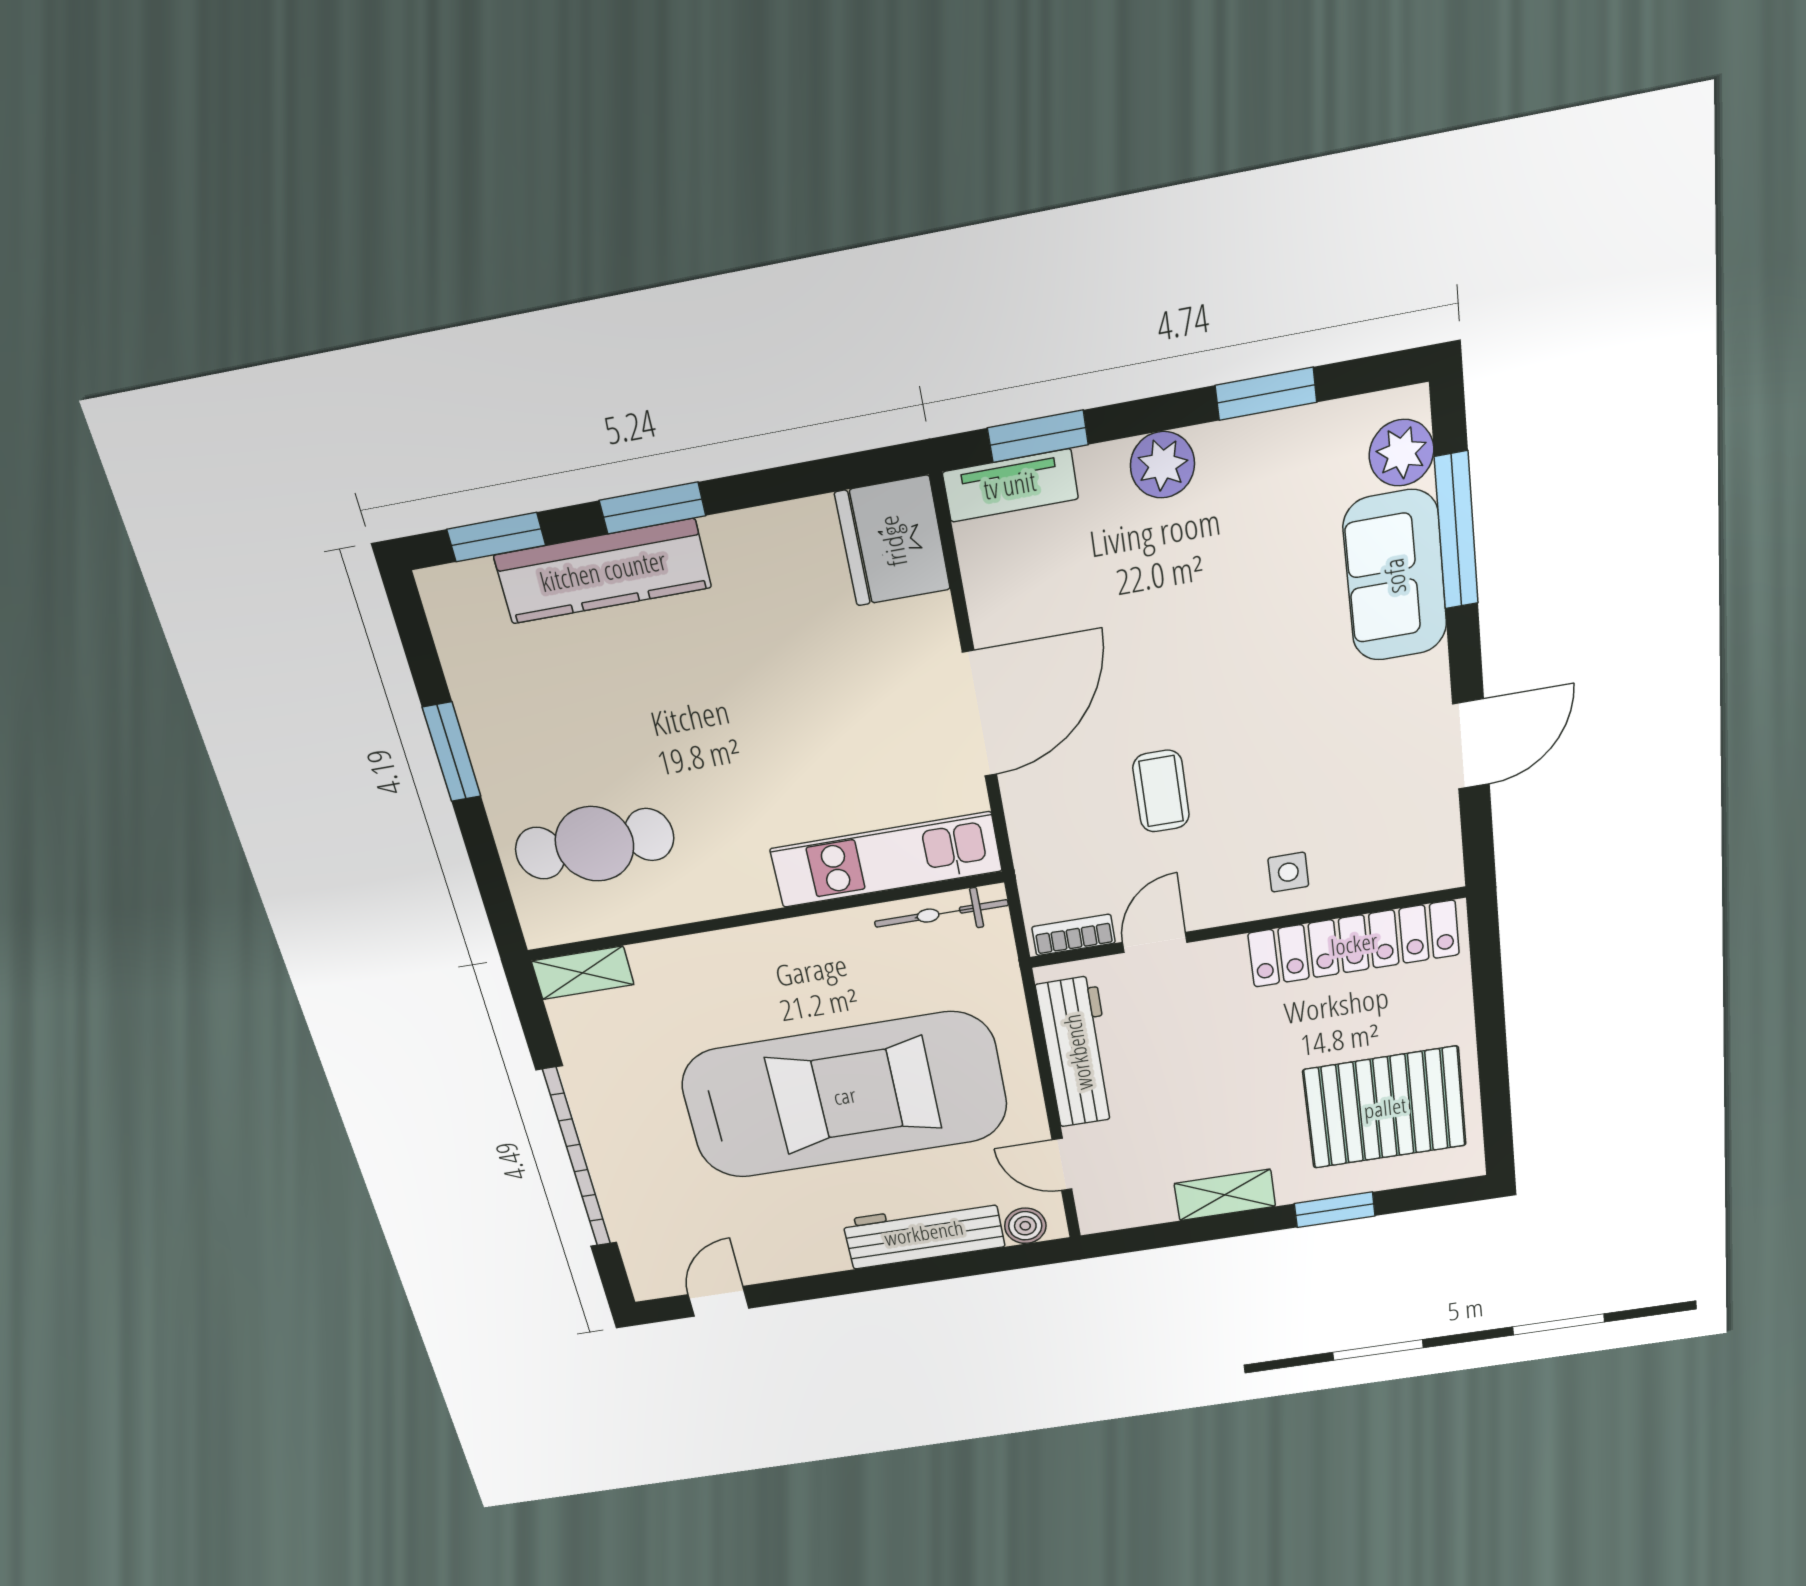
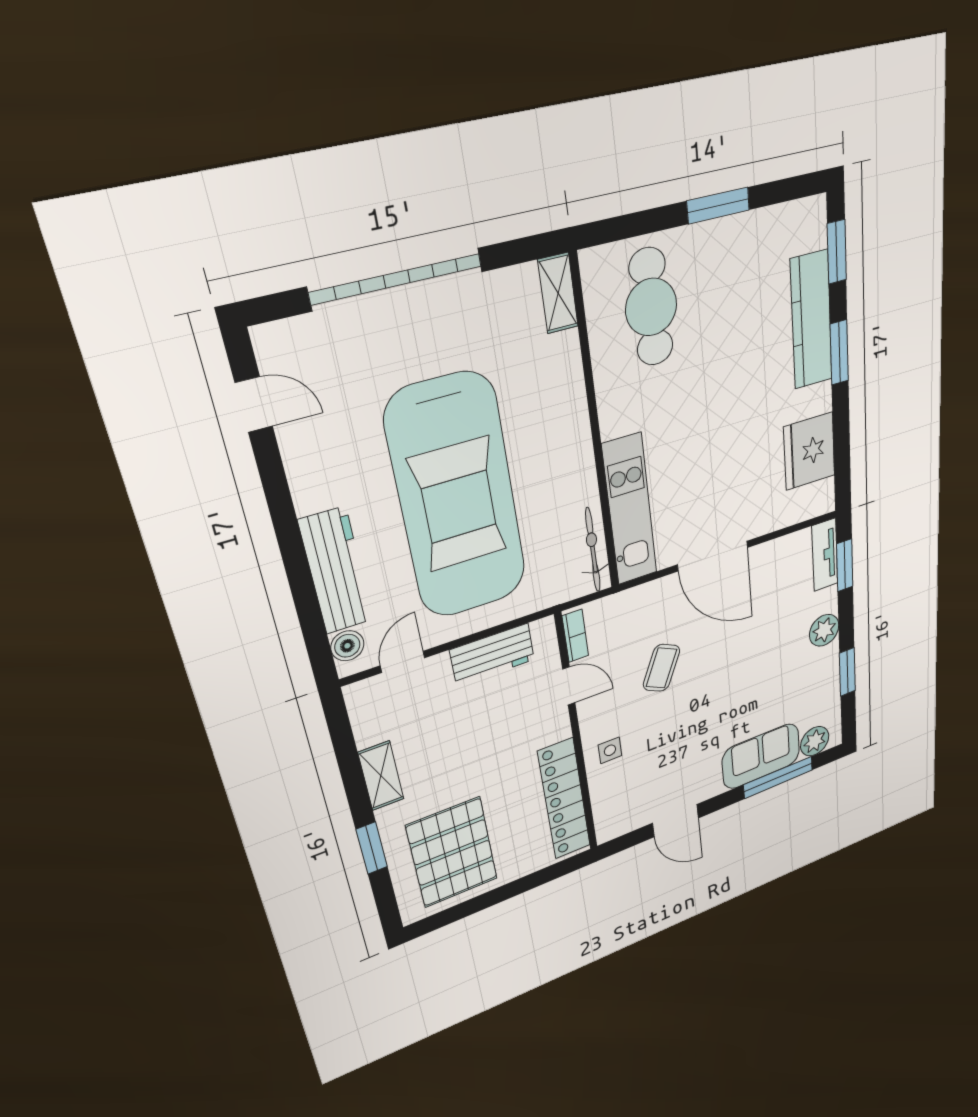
fridge: (893, 541) -> (809, 451), moved, turned -90
coffee table: (1161, 791) -> (661, 668), turned -65
workbench: (1078, 1052) -> (492, 655), width x0.73

